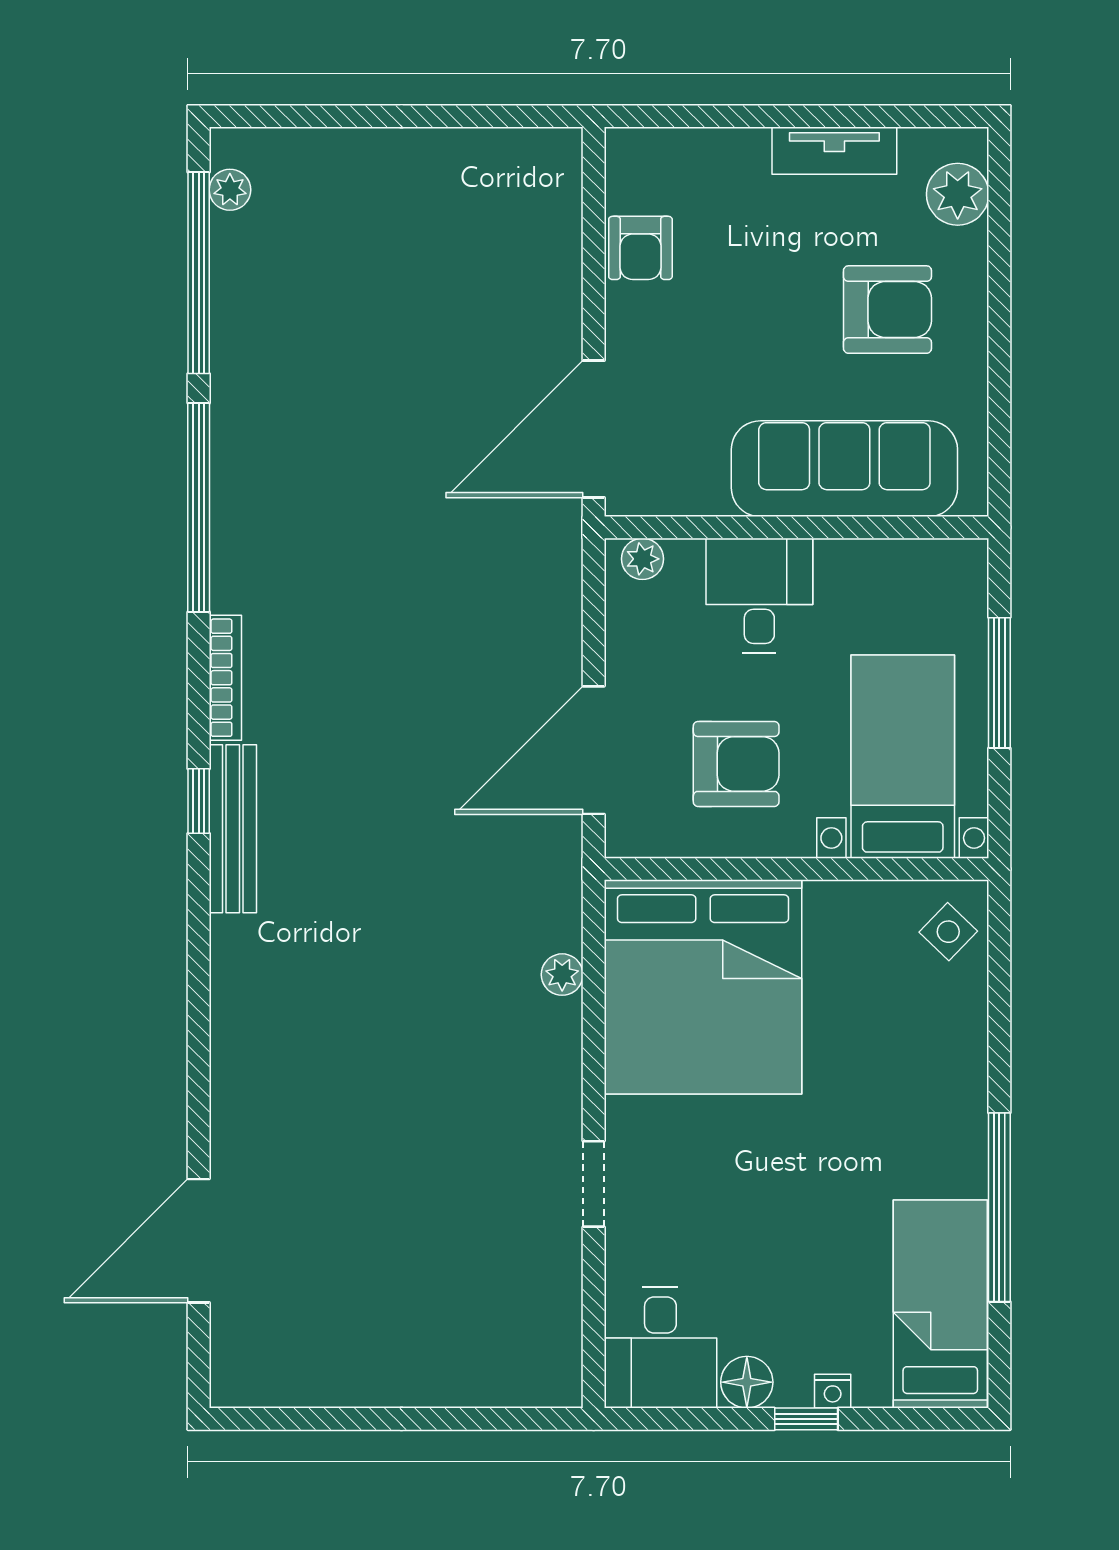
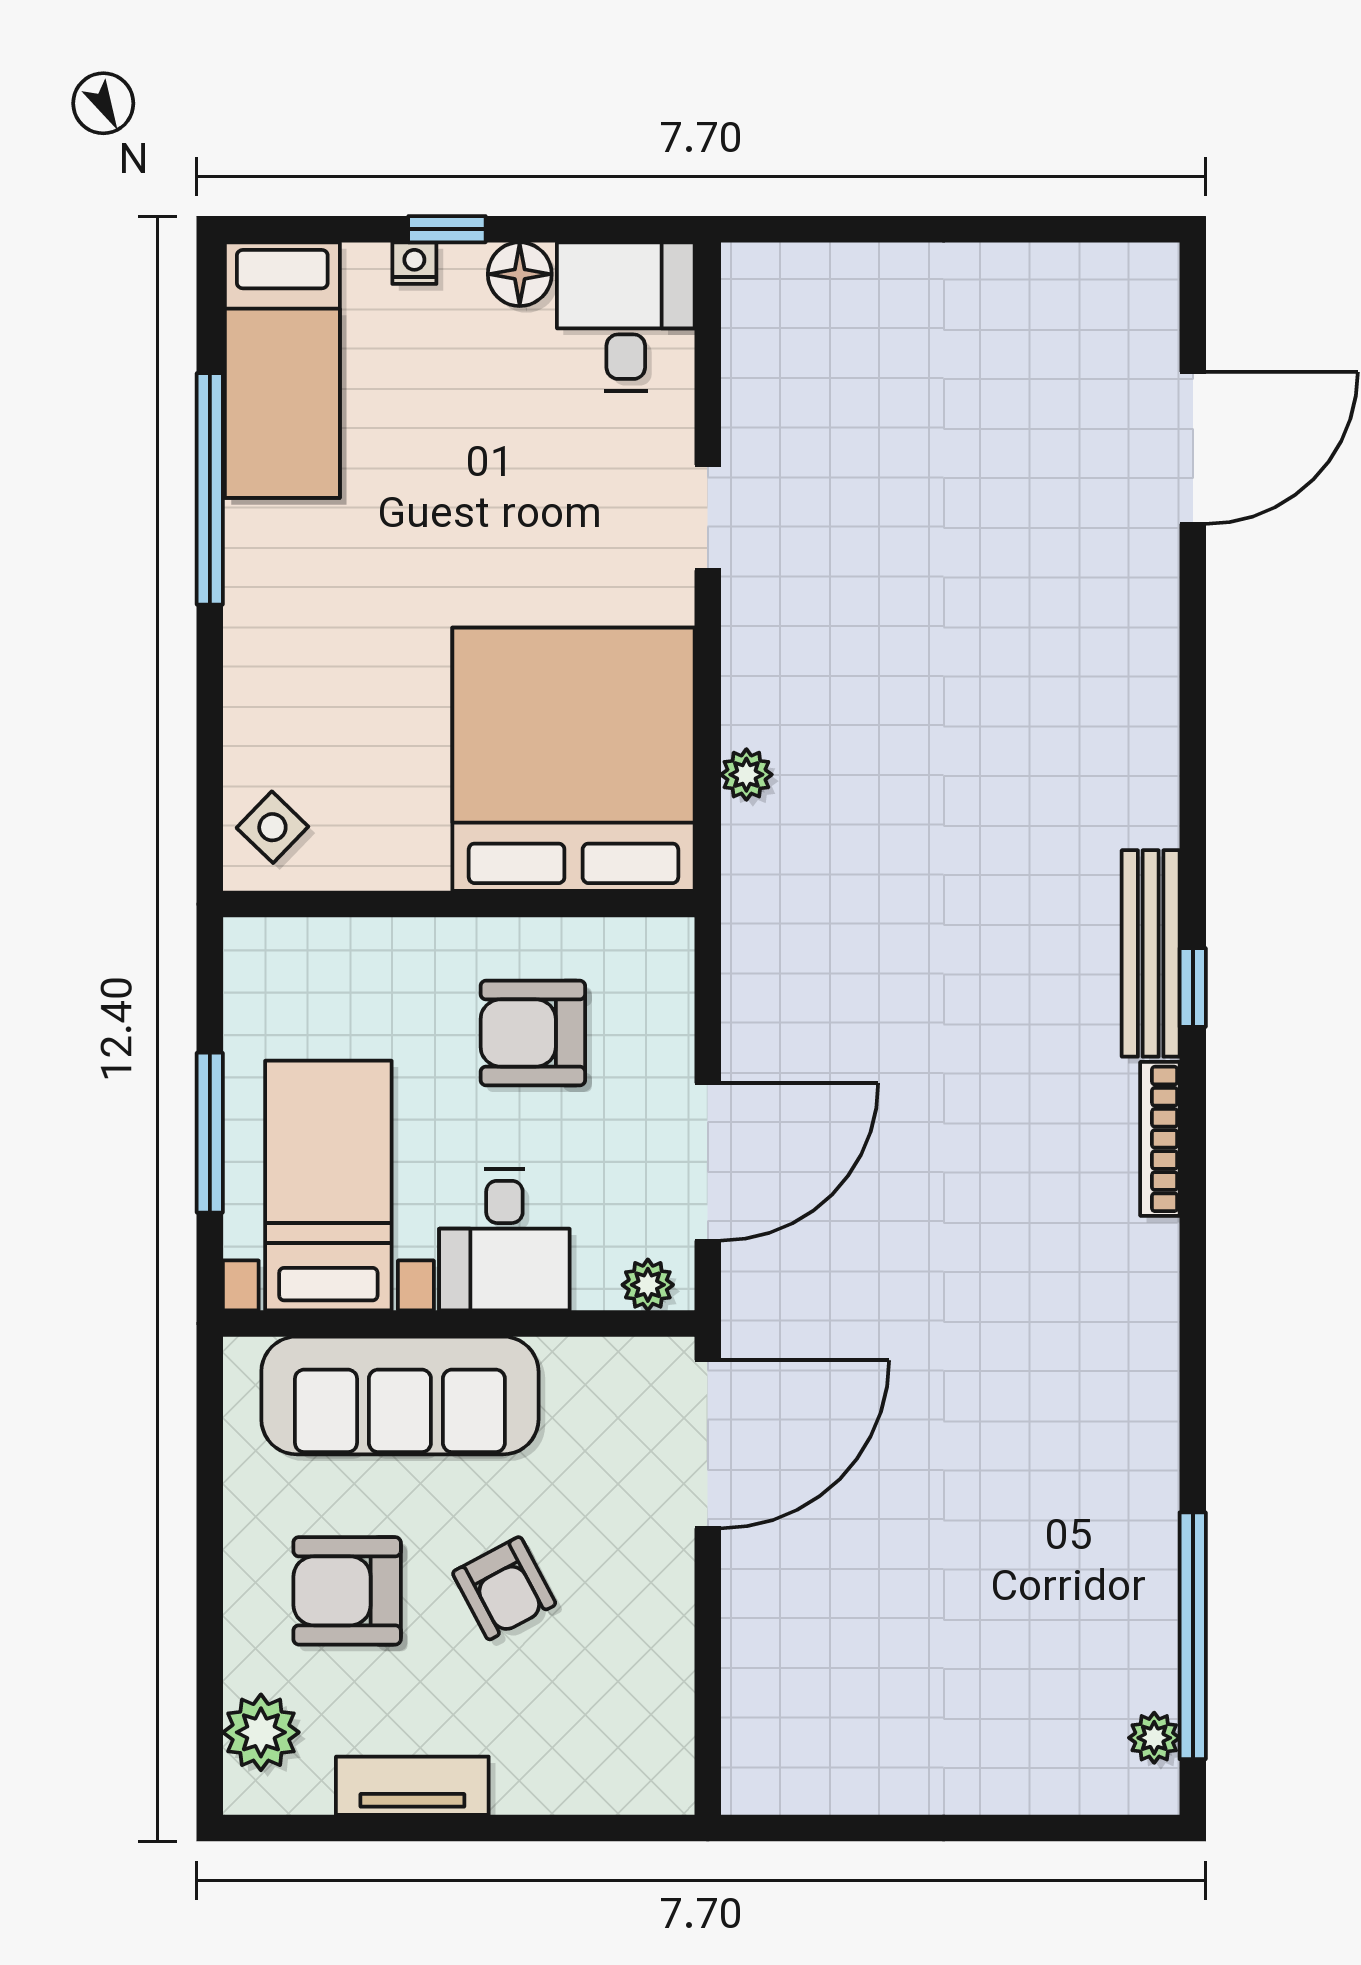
armchair: (640, 248) -> (504, 1588), moved, turned 152
window: (199, 508) -> (1193, 1348), removed
door: (594, 750) -> (708, 1162), moved
bed with nightstands: (903, 757) -> (328, 1186), moved, turned 180

